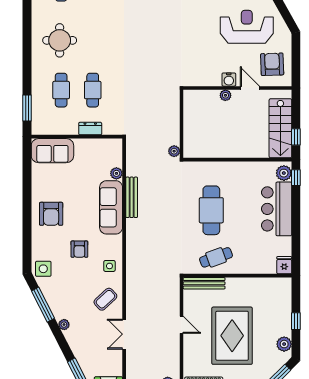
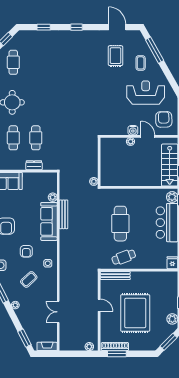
coffee table: (105, 299) -> (29, 279), moved

